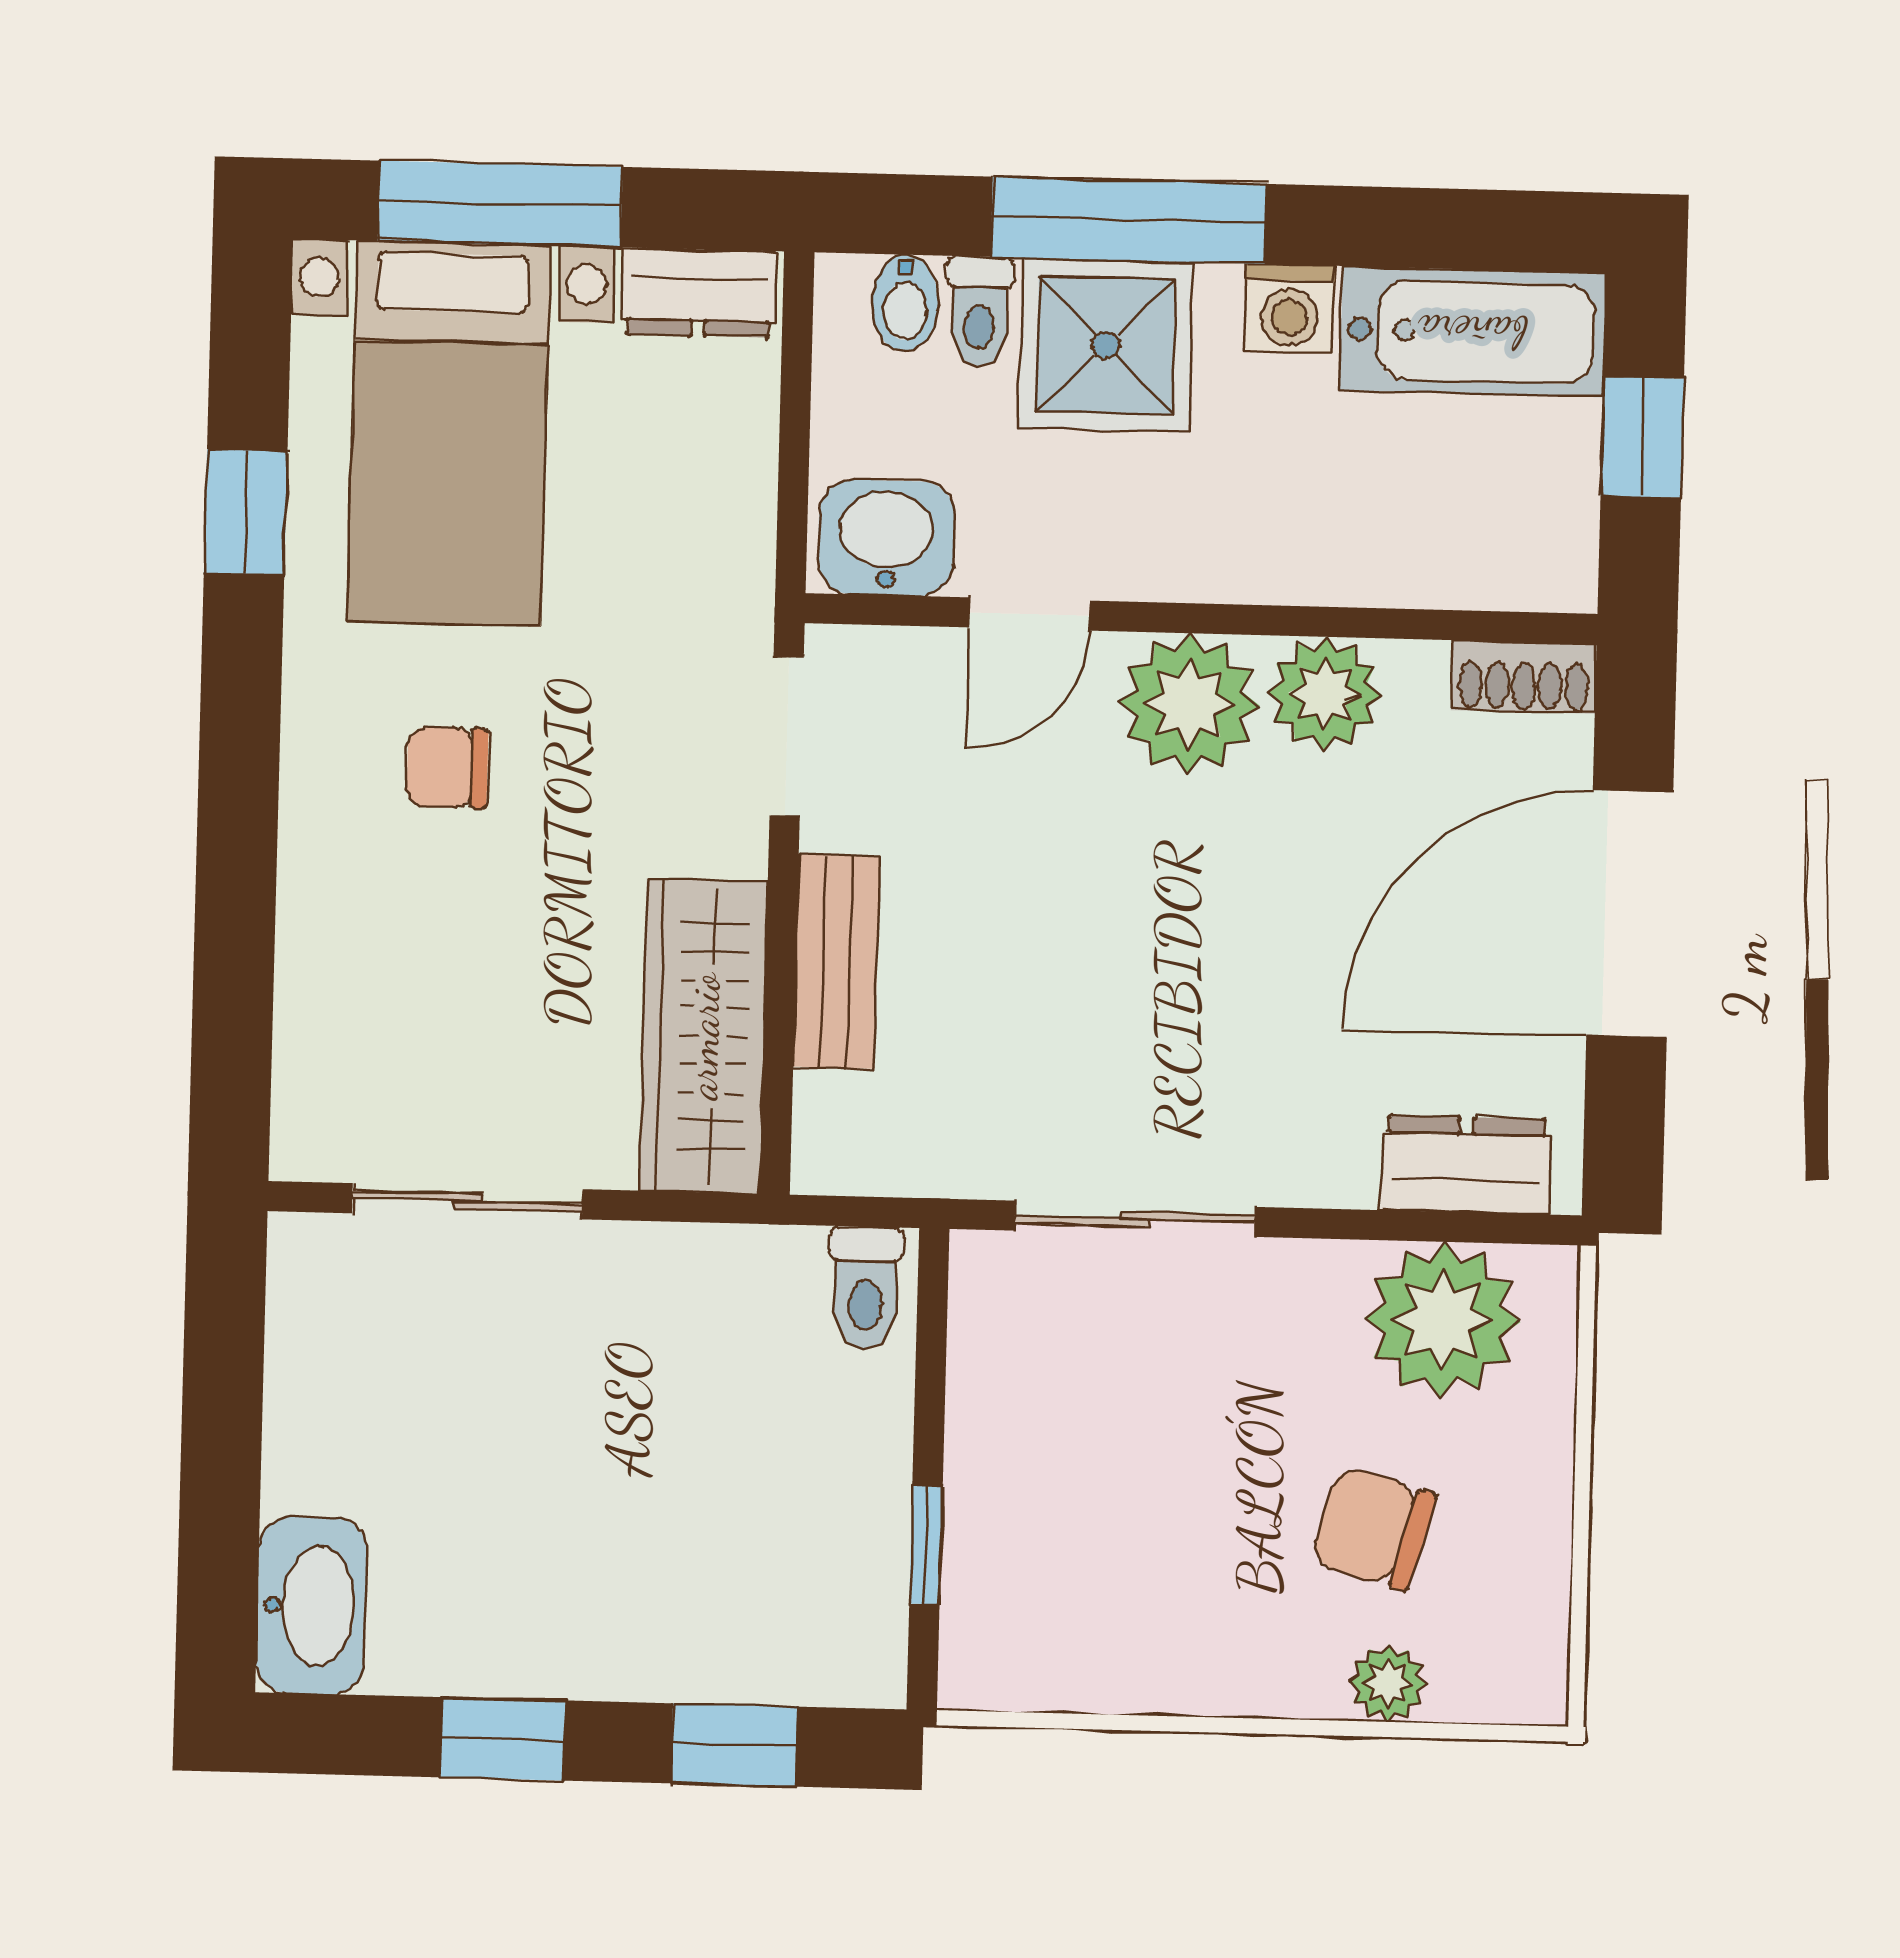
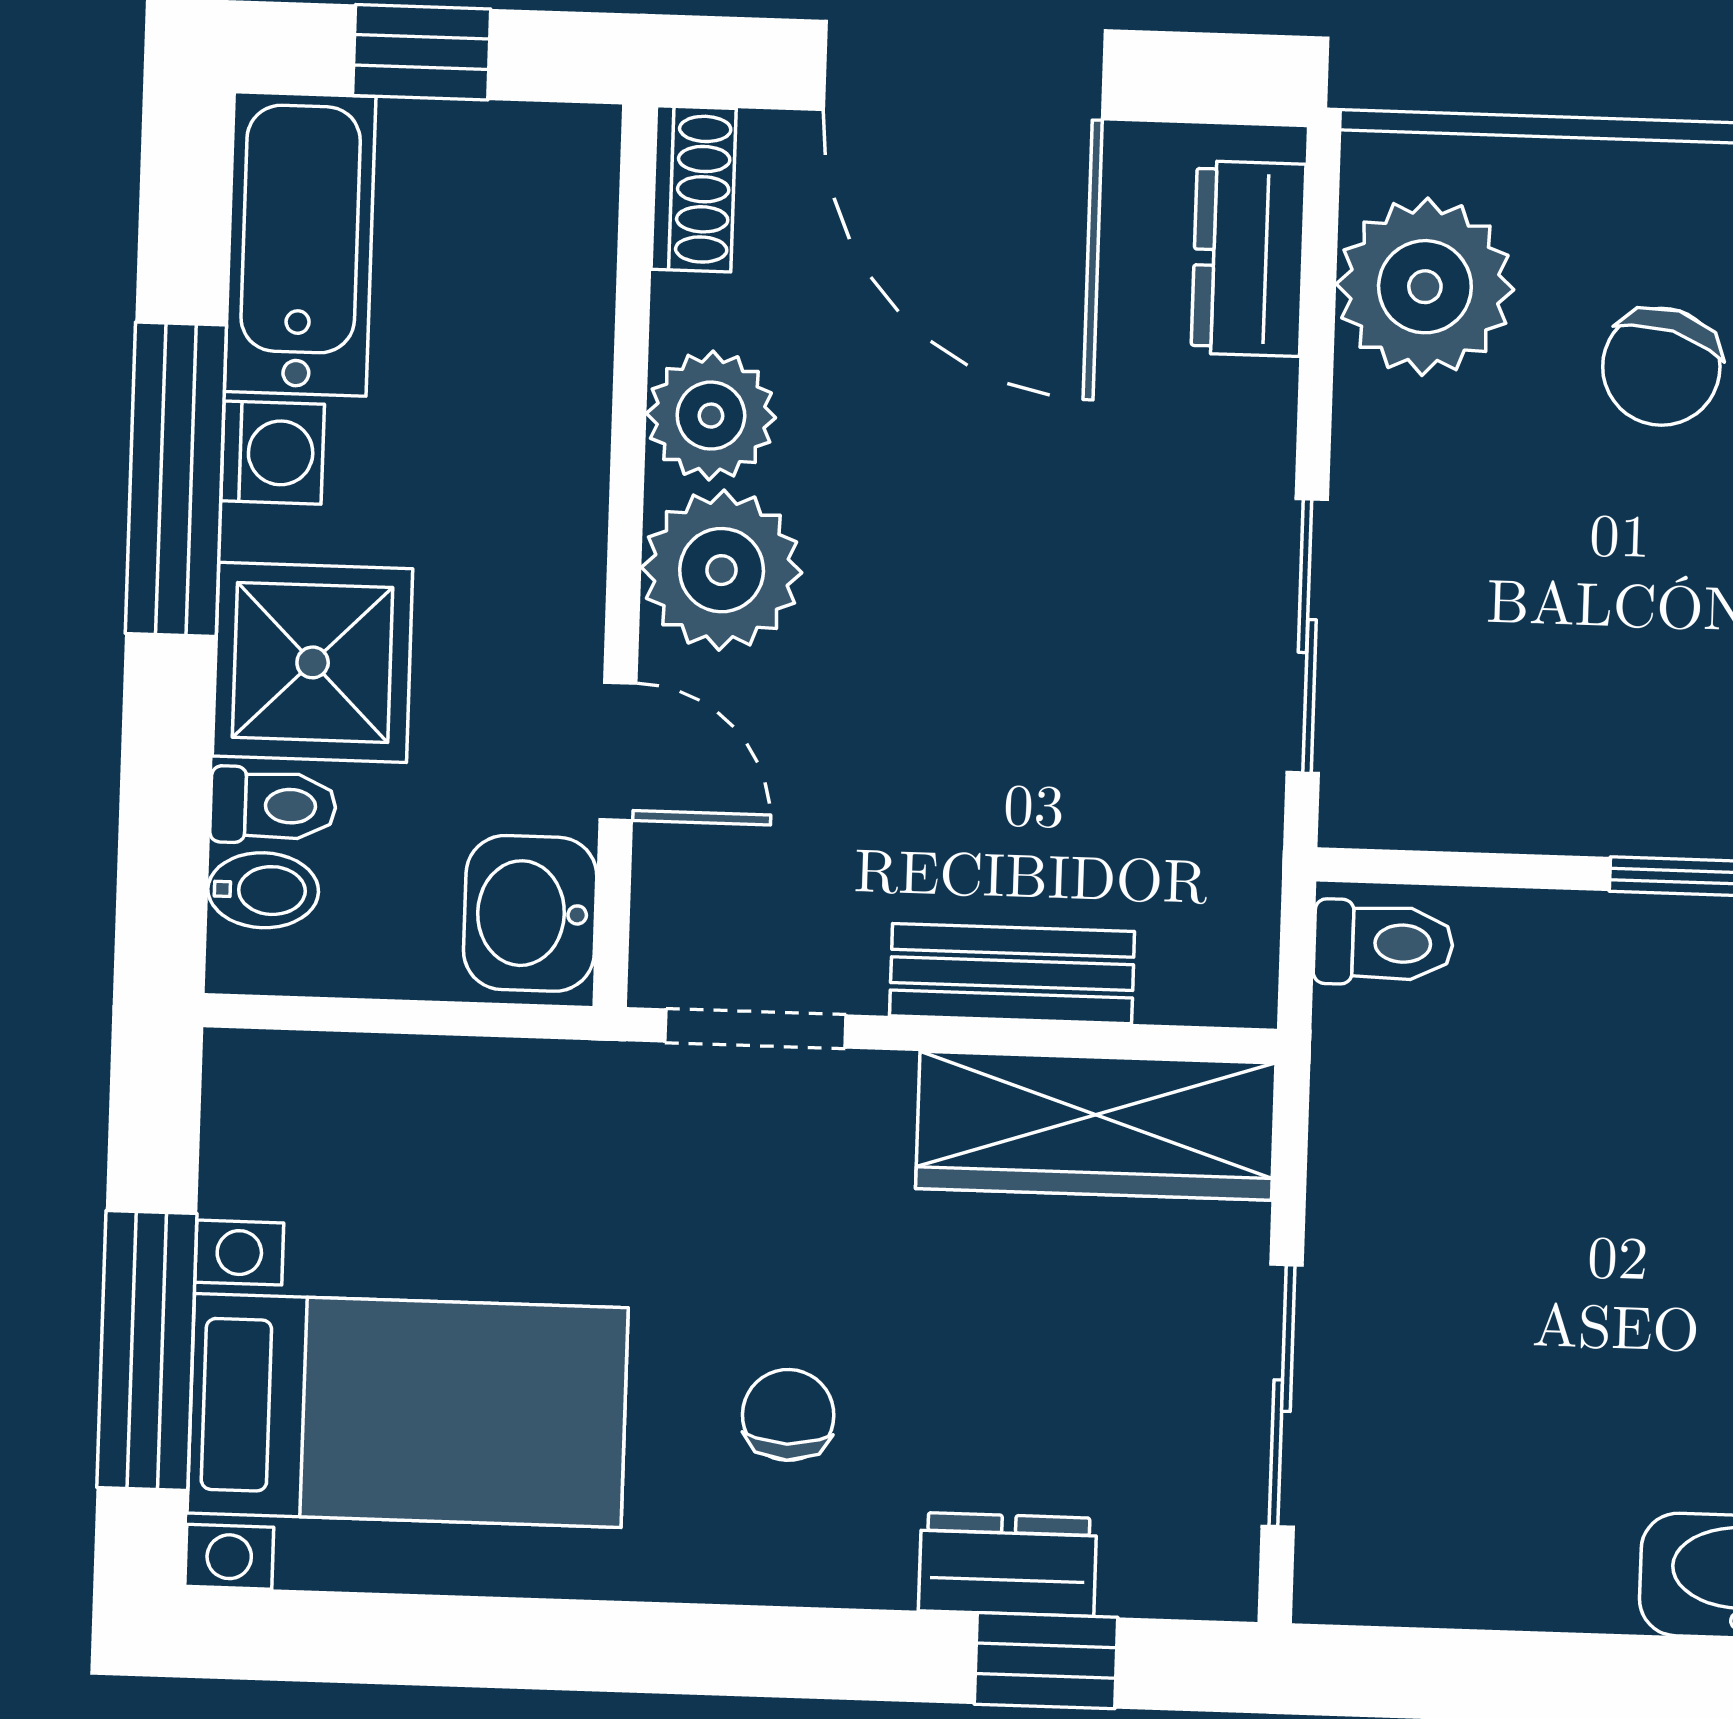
window: (1129, 220) -> (176, 479), moved
dresser: (699, 292) -> (1008, 1564), moved, turned -90
window: (246, 512) -> (1046, 1661), moved
chair: (447, 768) -> (788, 1415), turned 180

